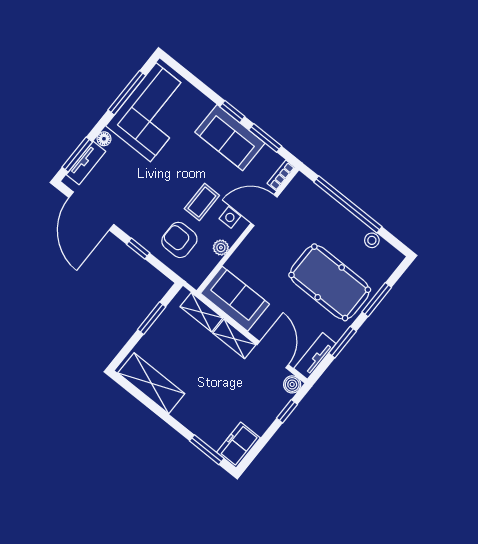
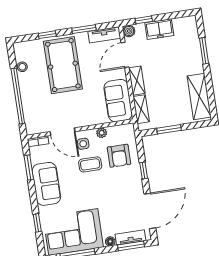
window: (232, 112) -> (37, 223), moved
window: (377, 300) -> (47, 35), width x0.67
freezer: (238, 445) -> (159, 29), moved
window: (207, 450) -> (204, 51), moved

